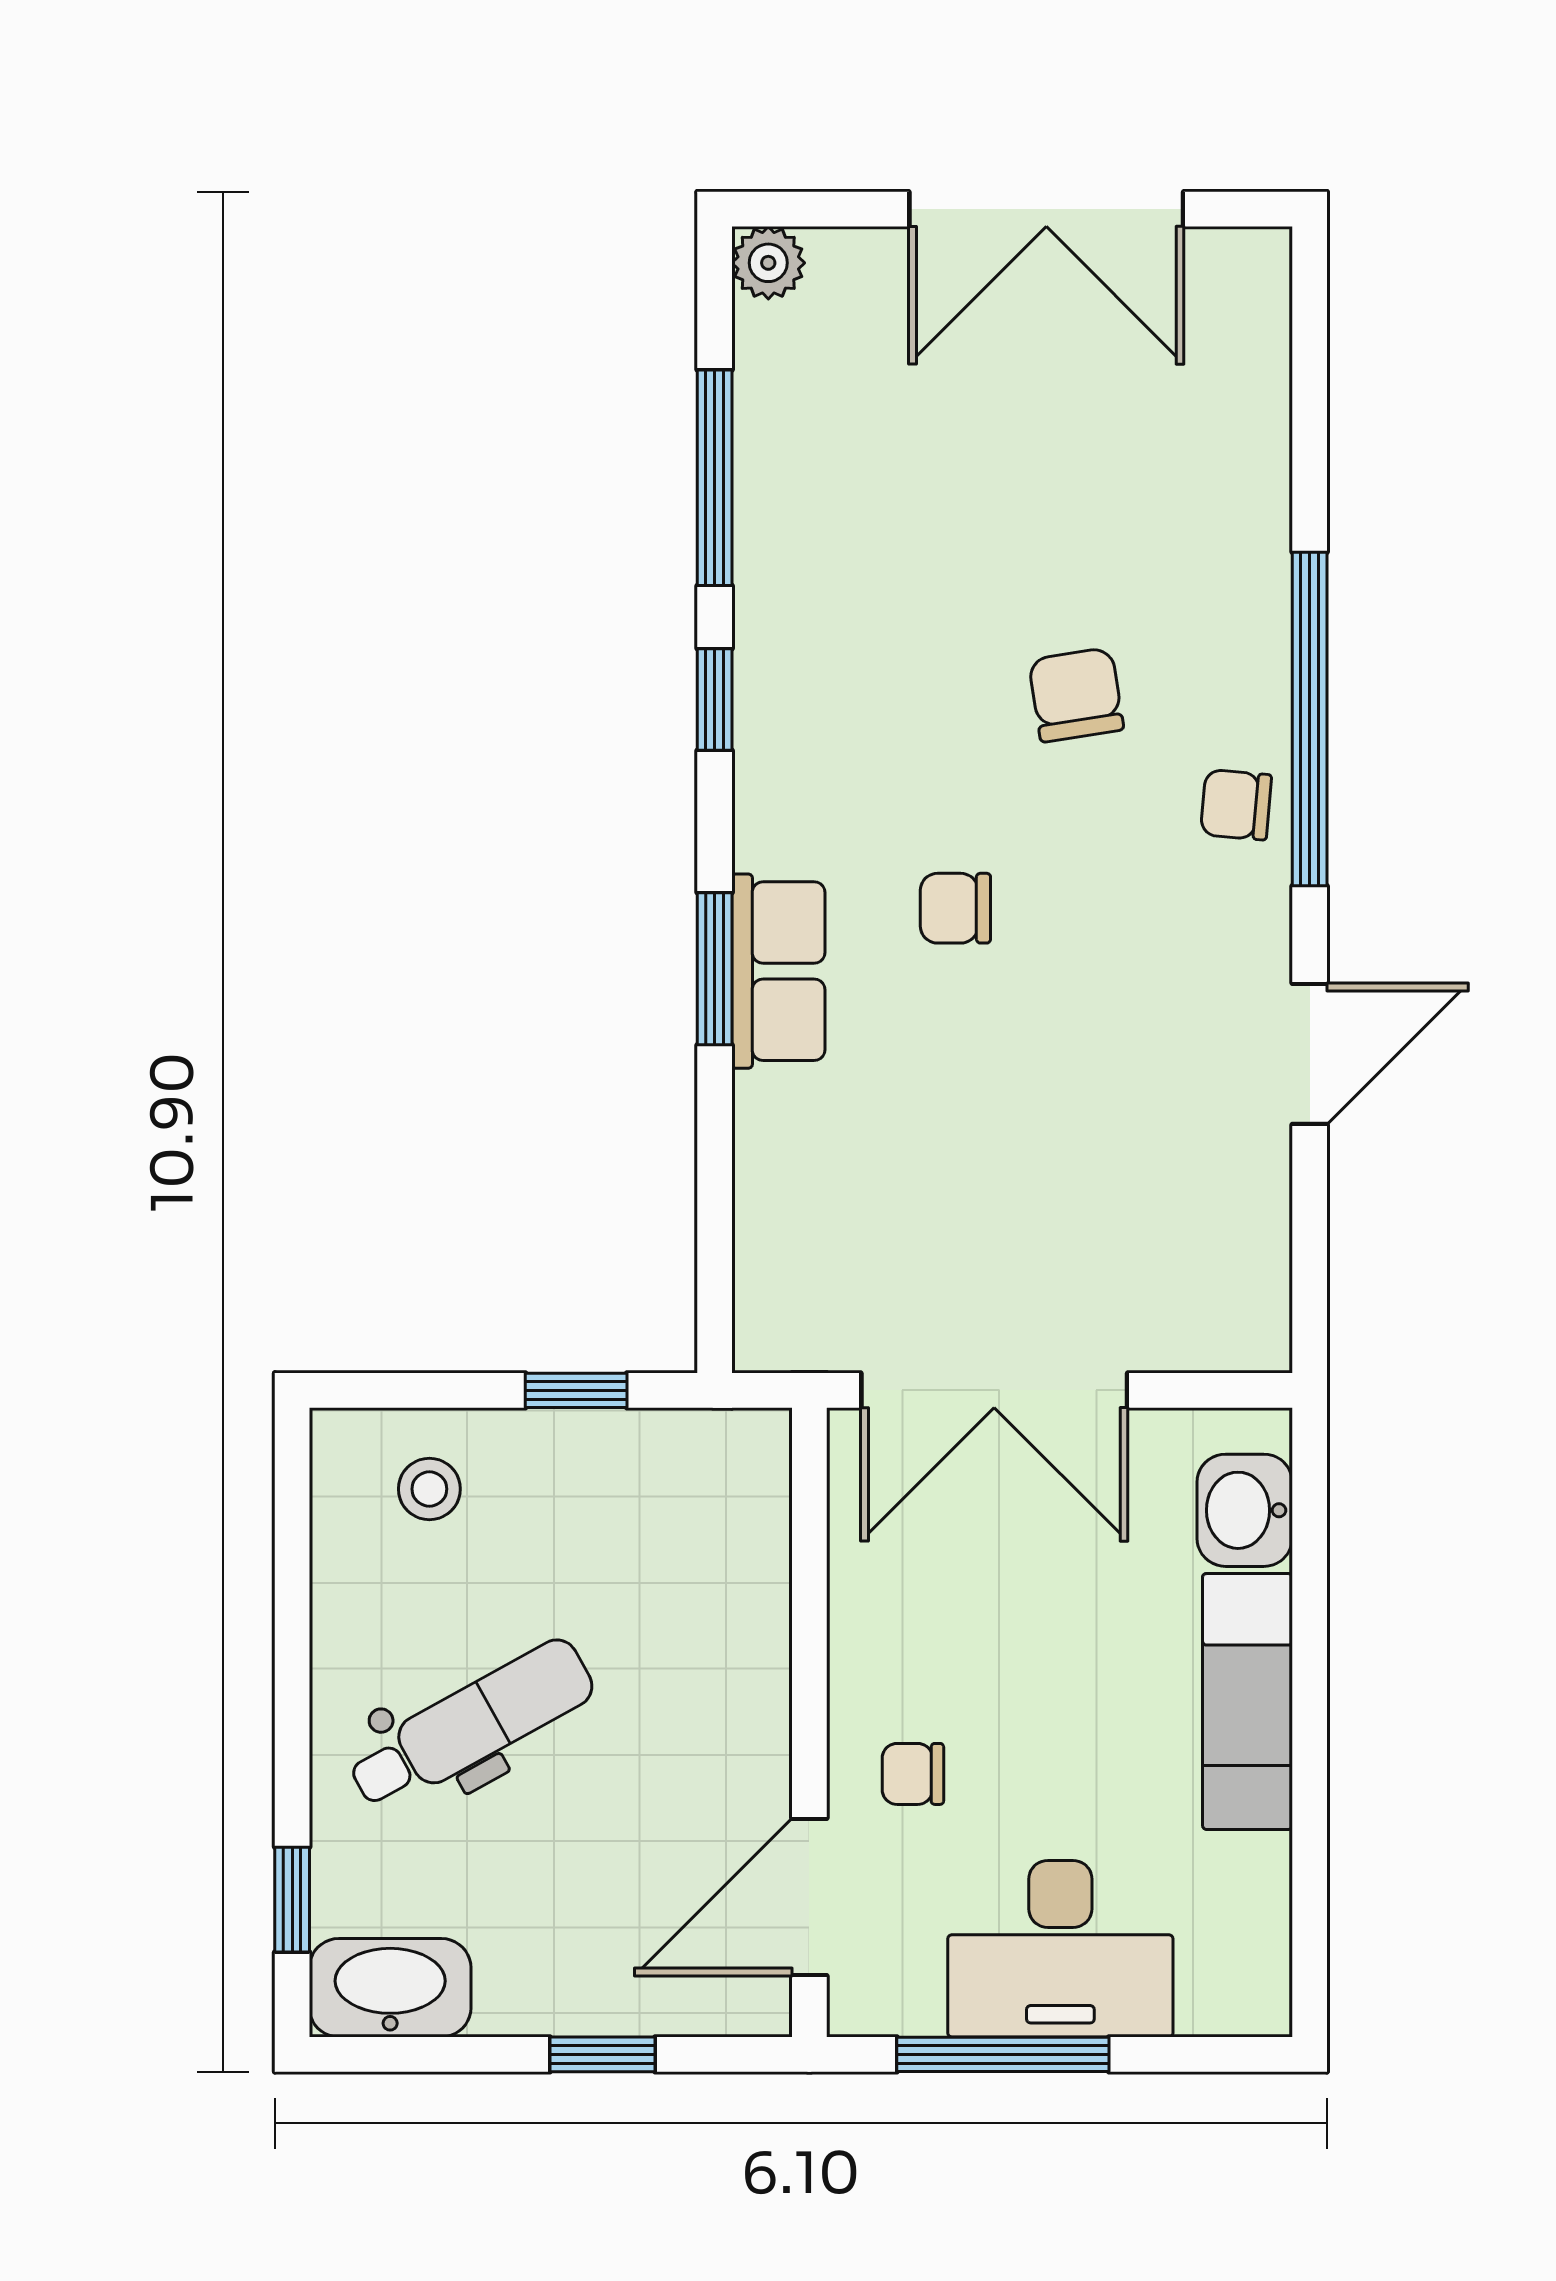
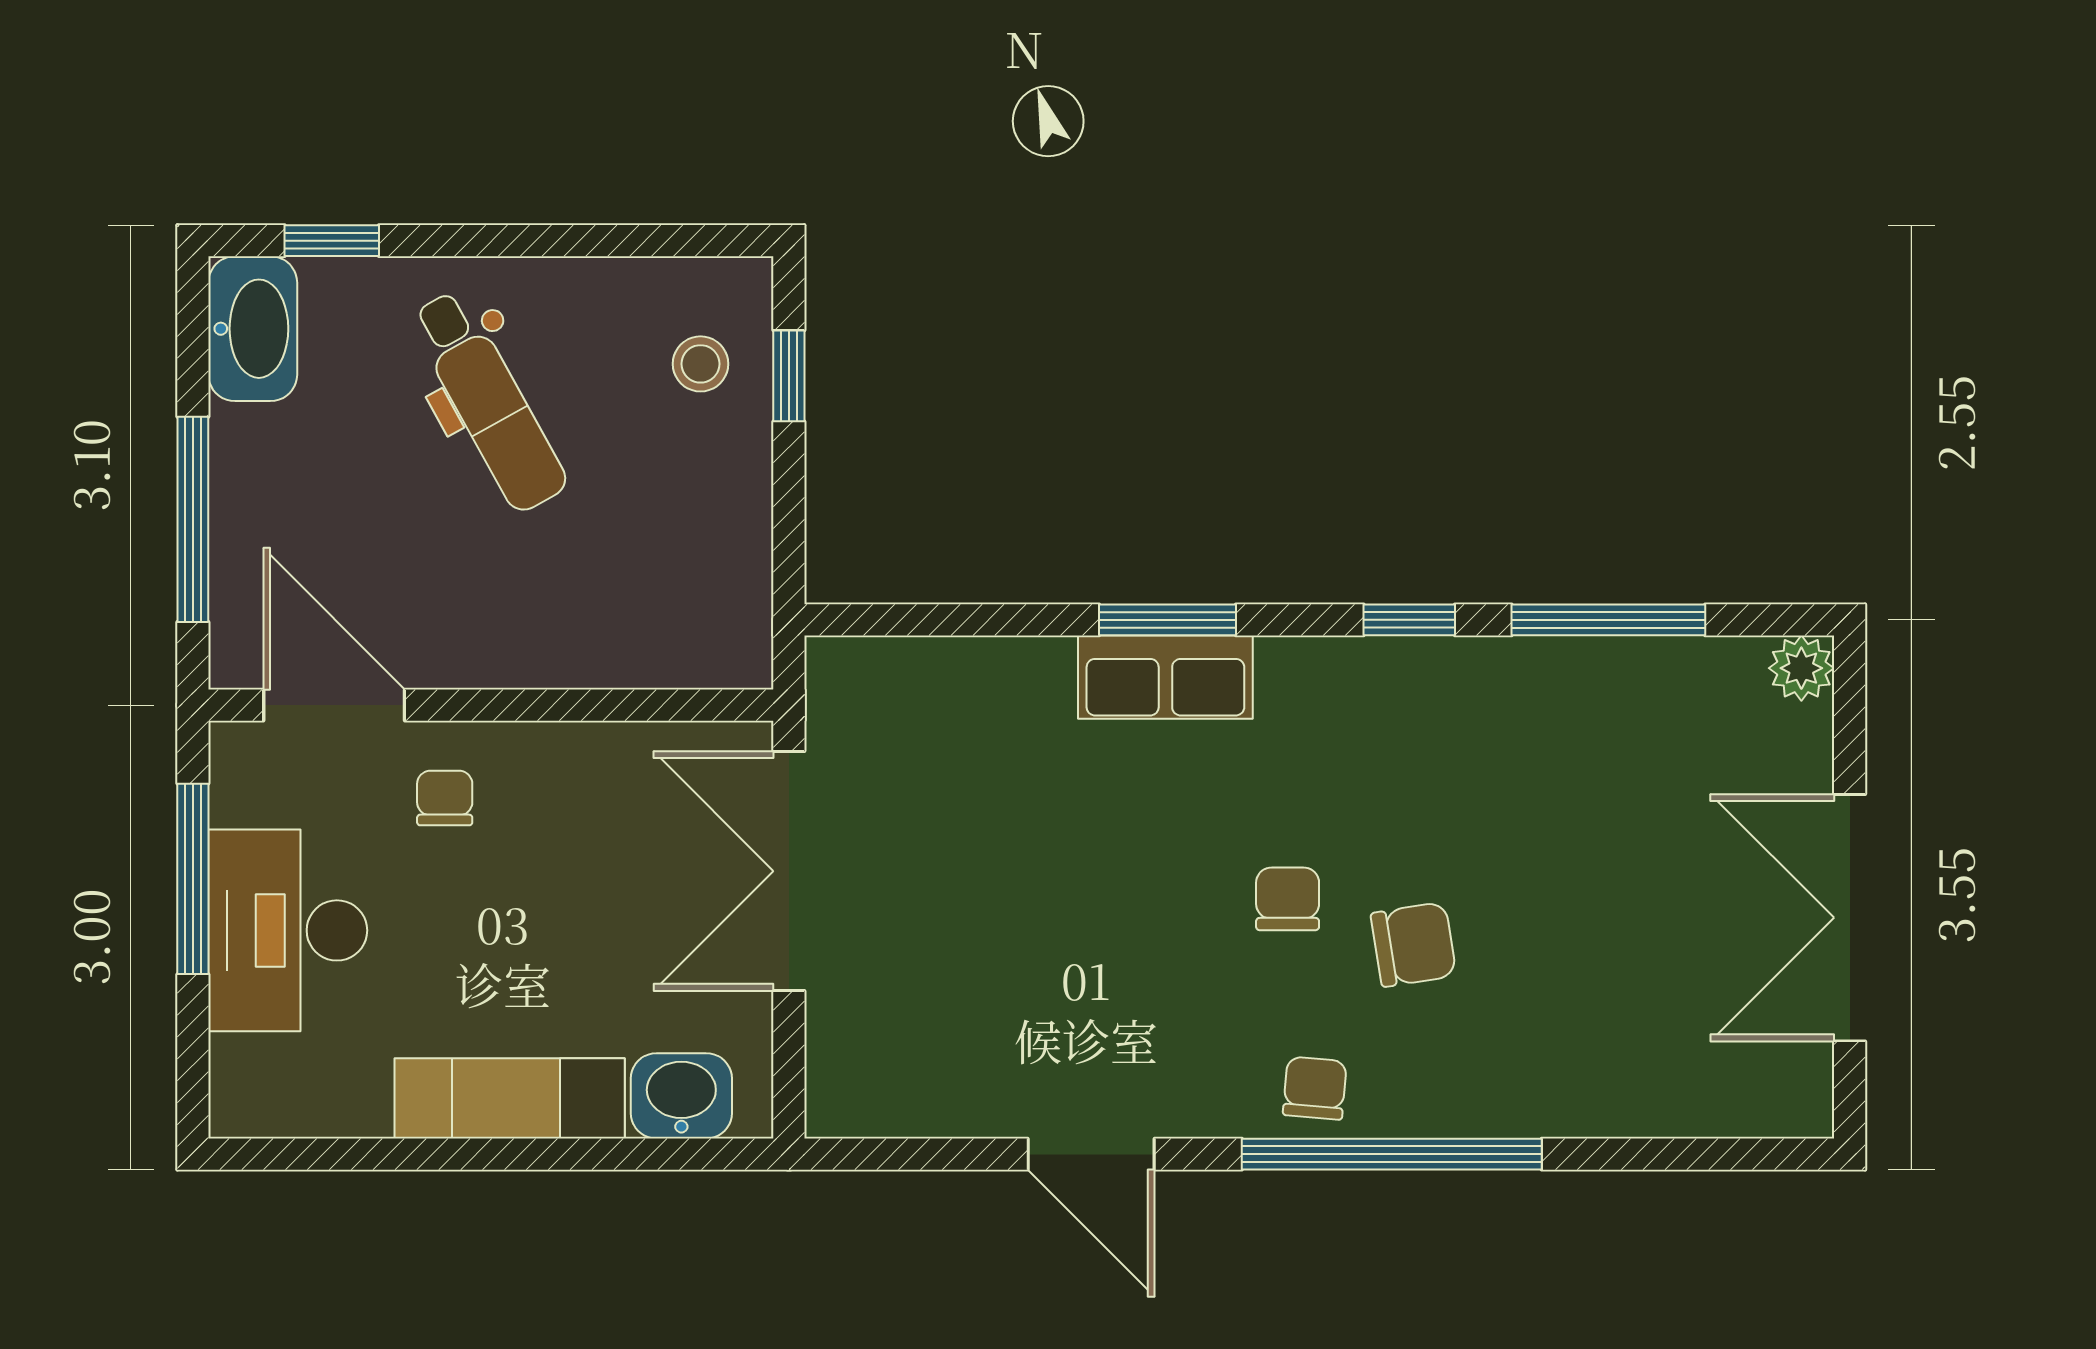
chair: (955, 908) -> (1288, 899), moved
window: (576, 1390) -> (789, 376), moved
window: (603, 2054) -> (193, 519), width x2.17

